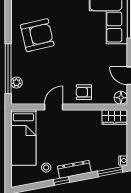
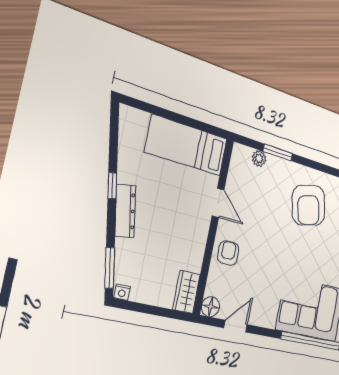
window: (8, 69) -> (278, 152), width x0.47
stool: (46, 168) -> (137, 167), removed

